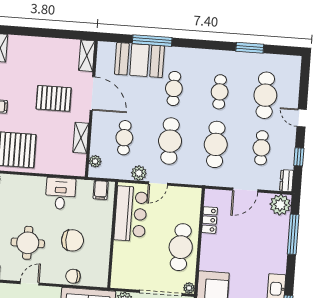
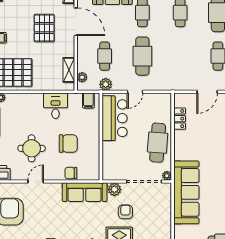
pallet: (54, 98) -> (44, 28), turned 90
shelving: (81, 138) -> (69, 70), moved
cafe table: (216, 144) -> (180, 56), removed
plant: (139, 173) -> (106, 84), moved

